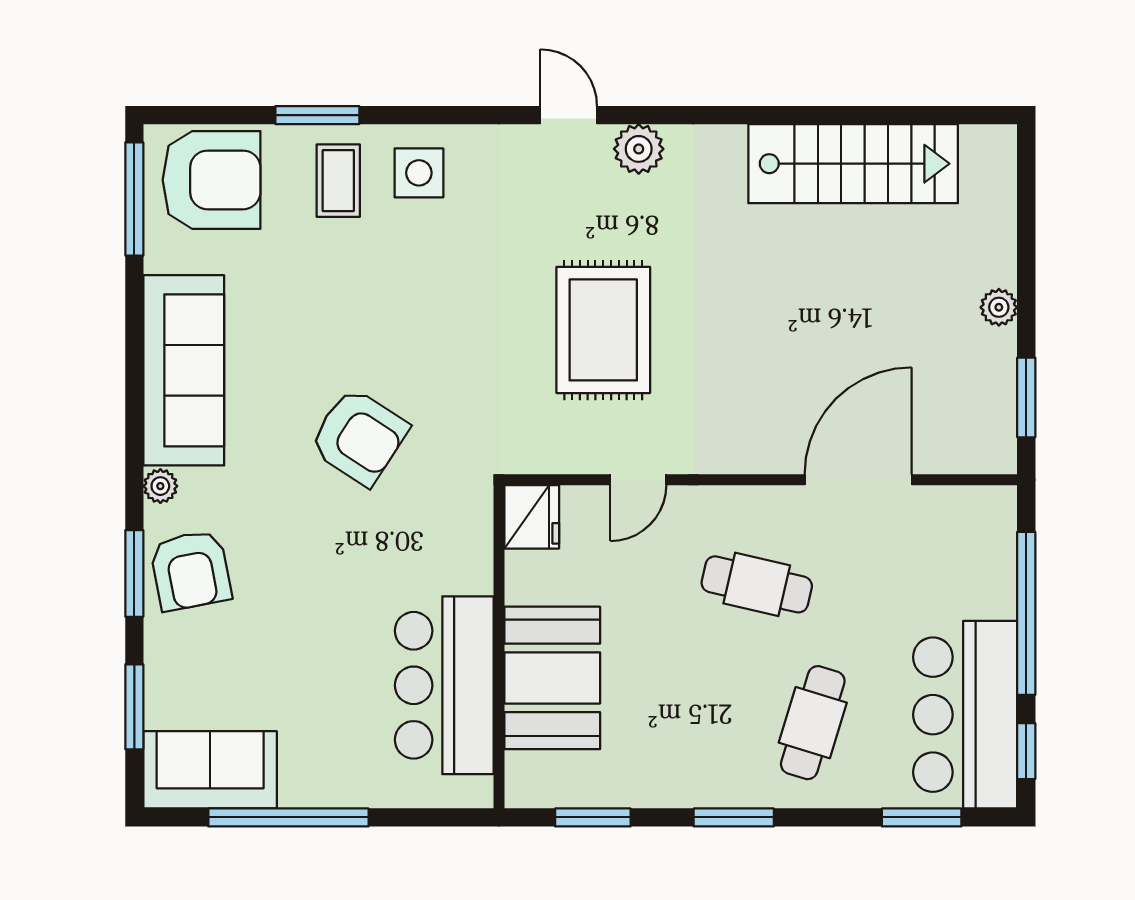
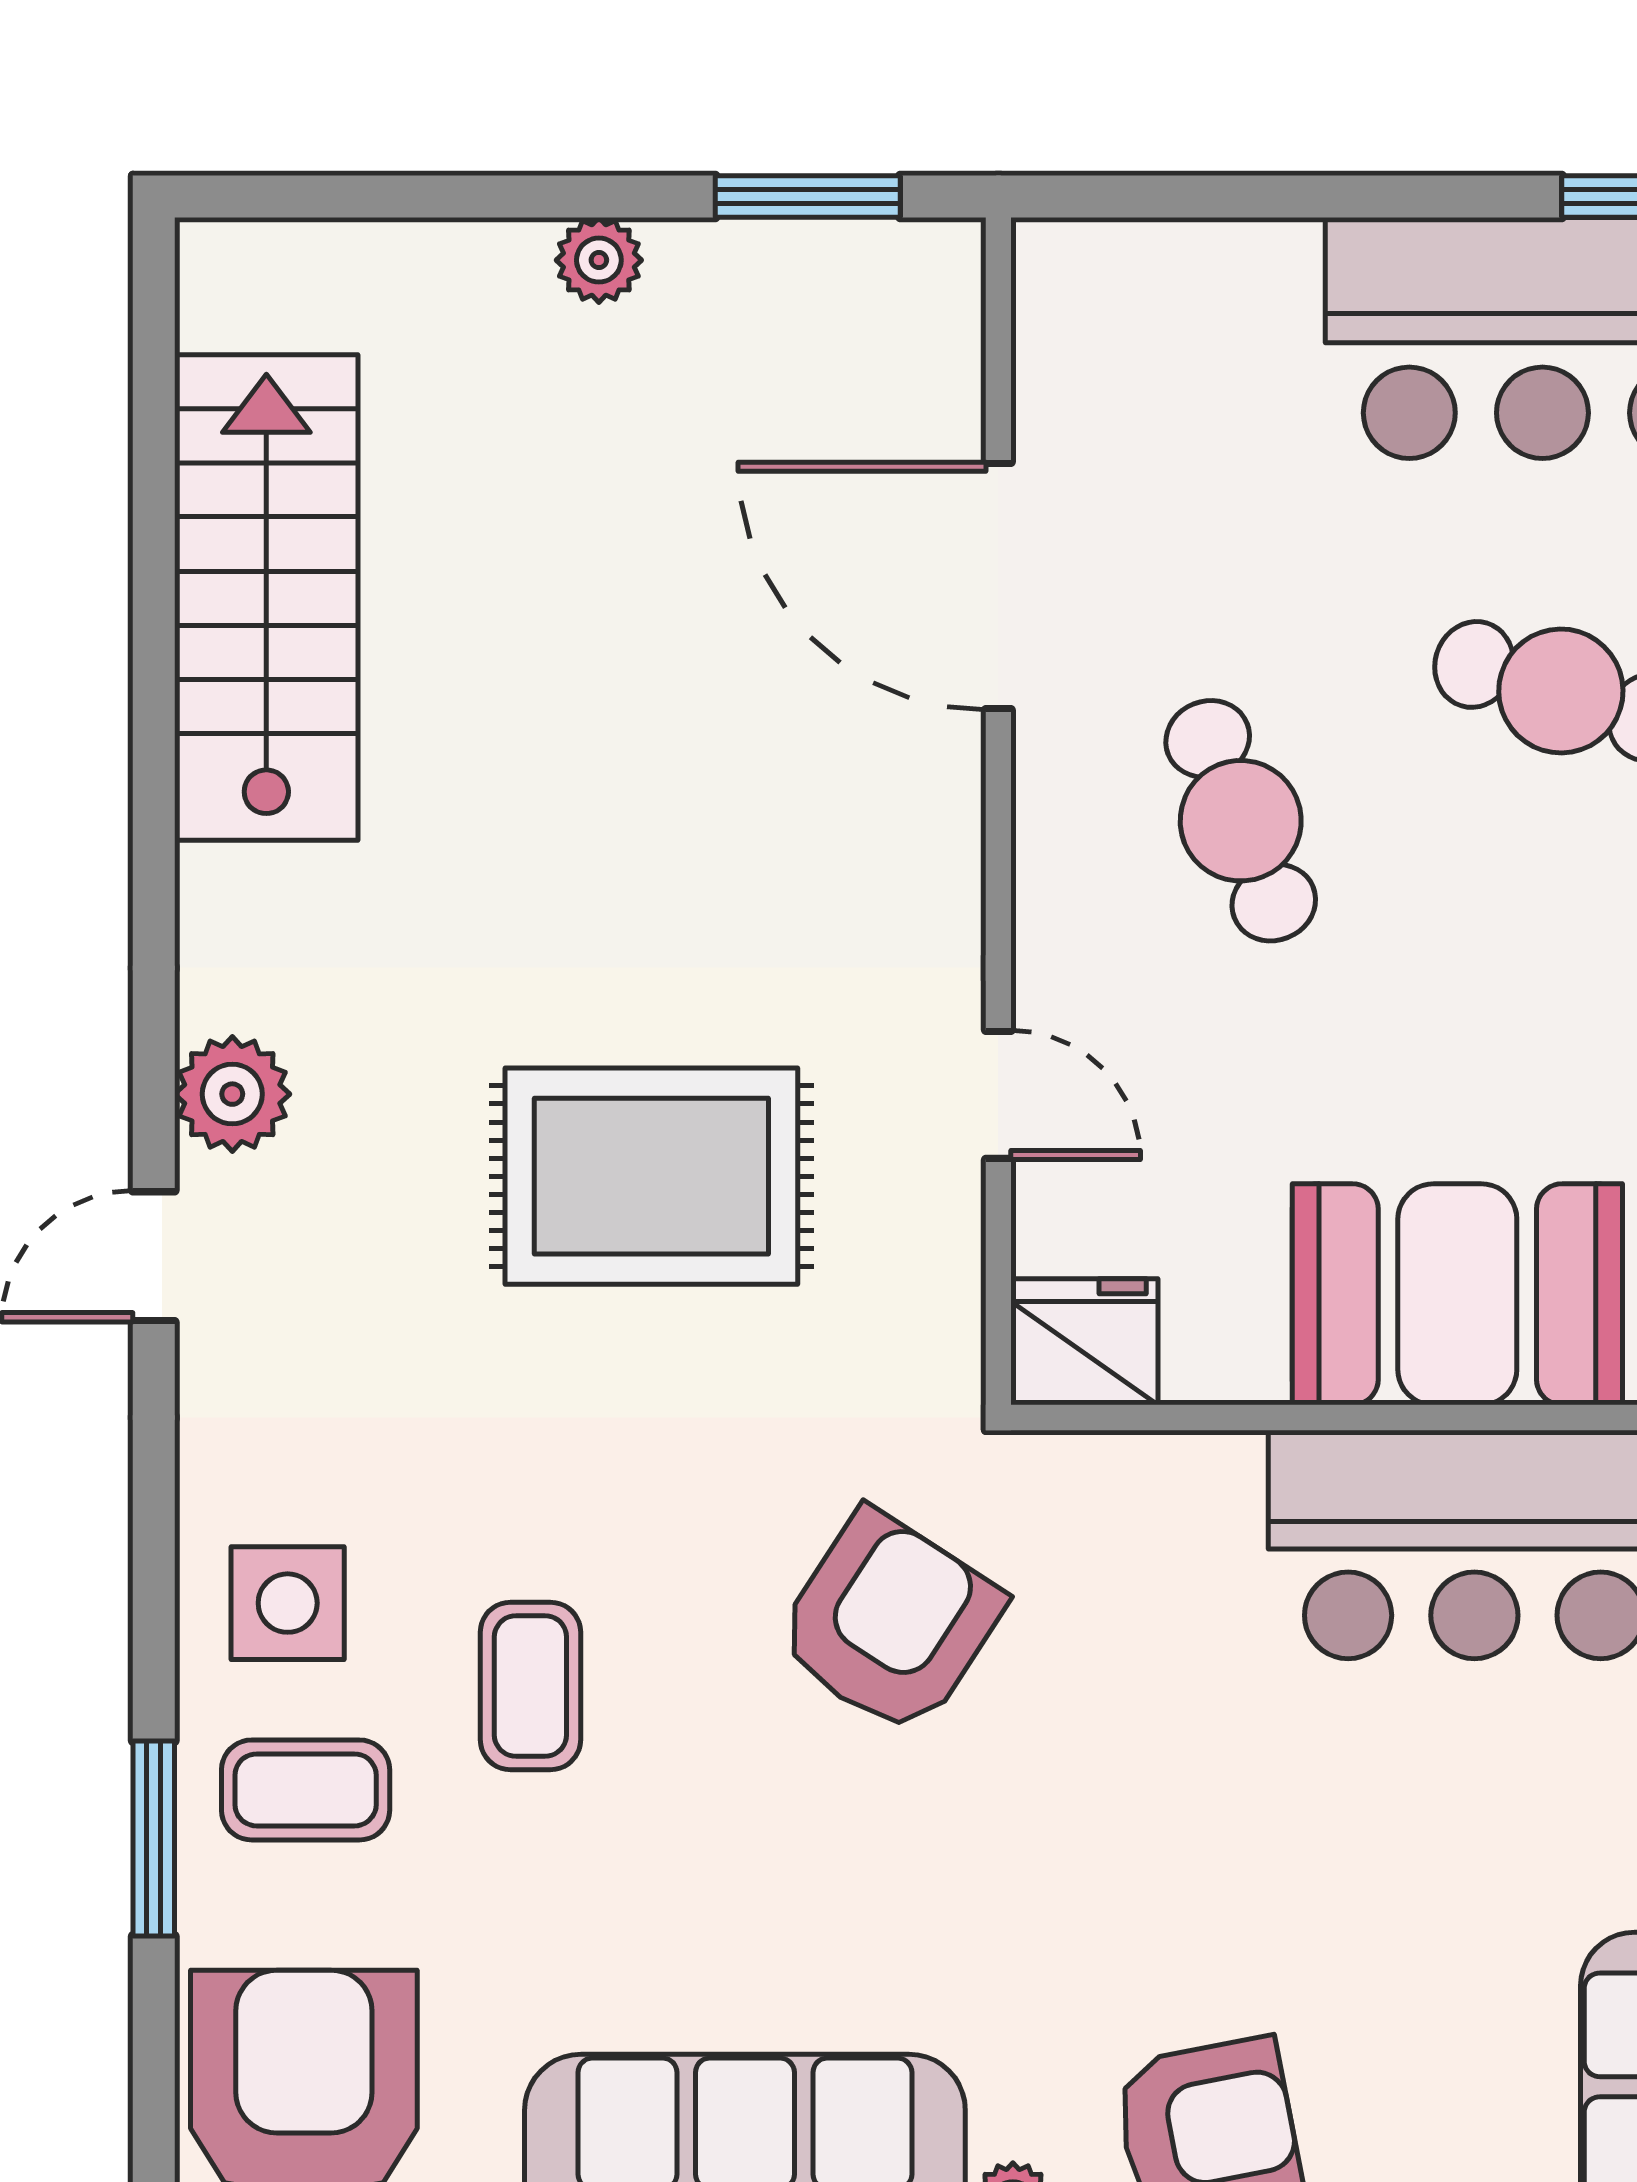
coffee table: (383, 278) -> (530, 1686), added
armchair: (359, 437) -> (889, 1623), moved
cafe table: (757, 584) -> (1241, 821), turned -35
window: (1026, 613) -> (1308, 196), removed

